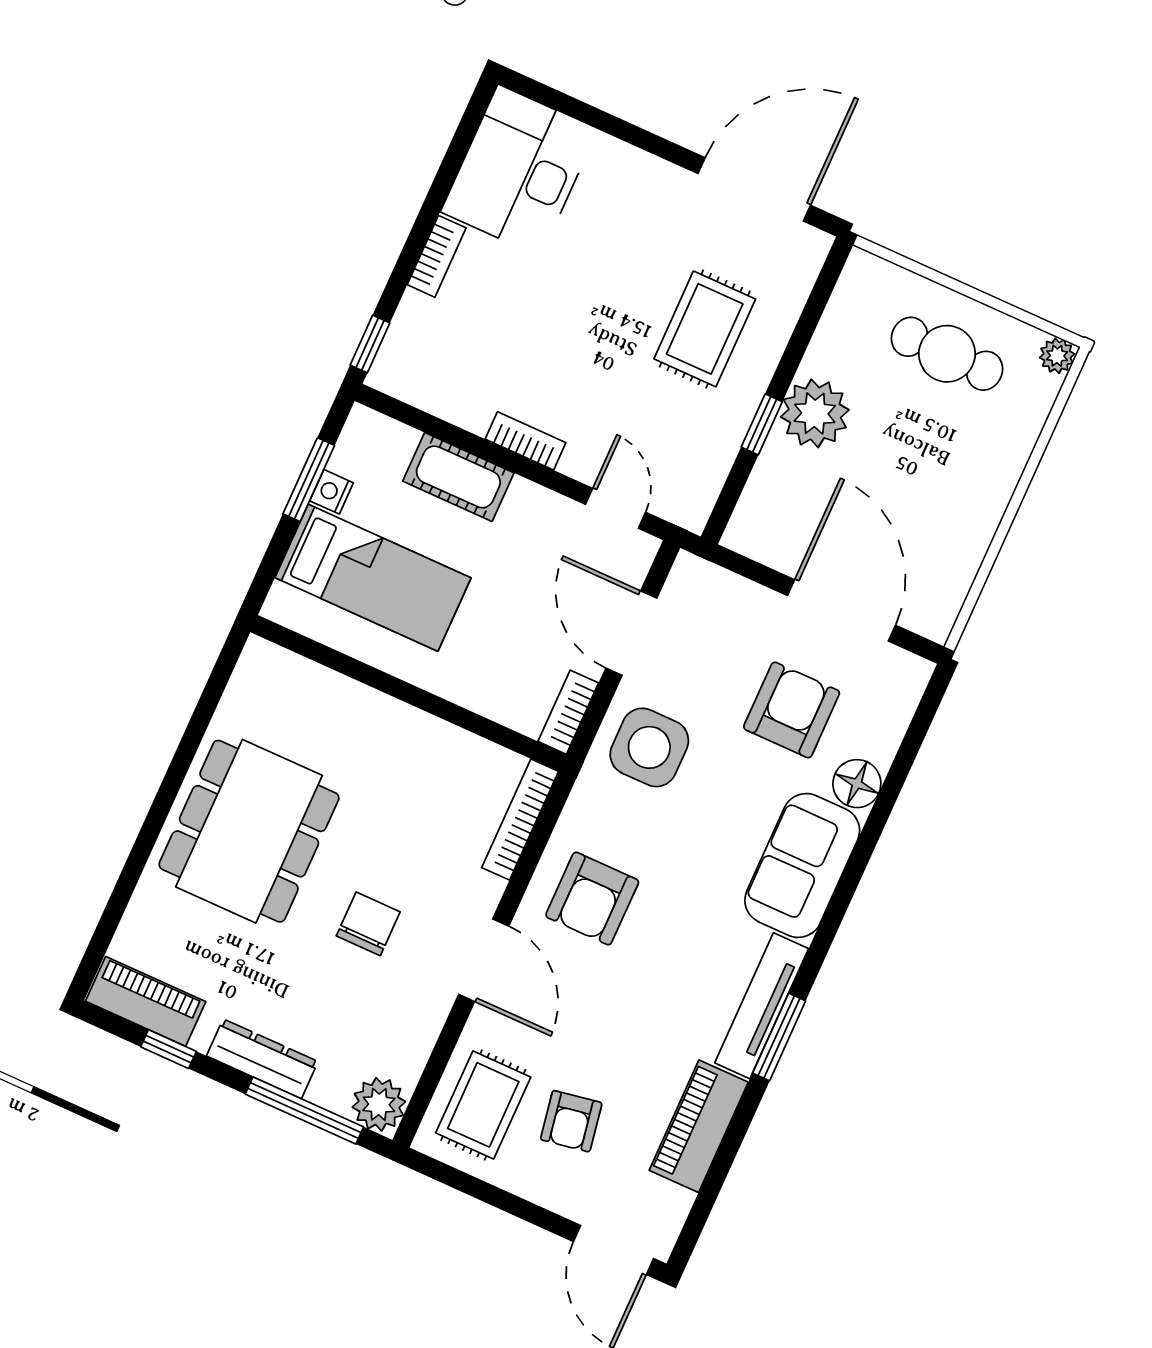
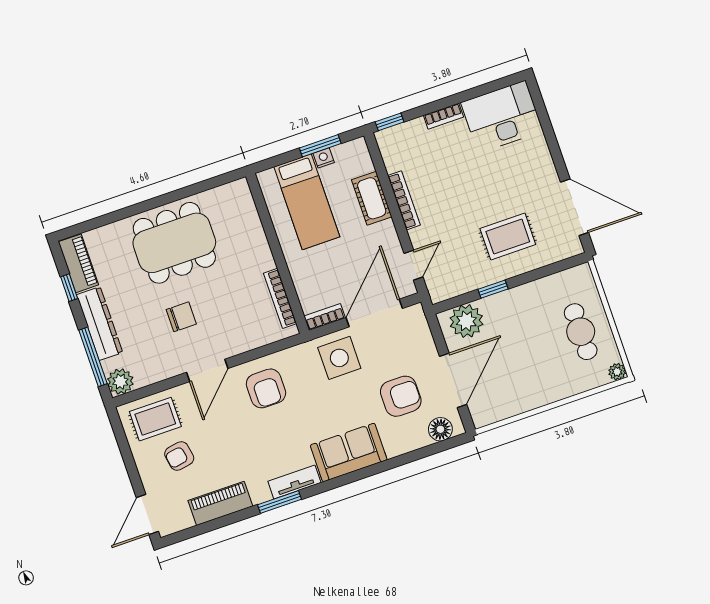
plant: (815, 413) -> (466, 321), moved
bookcase: (525, 441) -> (404, 200), width x1.56
door: (631, 633) -> (374, 313), width x1.36
floor lamp: (857, 784) -> (440, 429), moved
bookcase: (520, 820) -> (280, 298), moved, turned -90
armchair: (592, 899) -> (266, 388), turned -90
tv unit: (762, 1006) -> (294, 482), width x0.71
dresser: (262, 1059) -> (100, 324), width x1.37, depth x1.24

